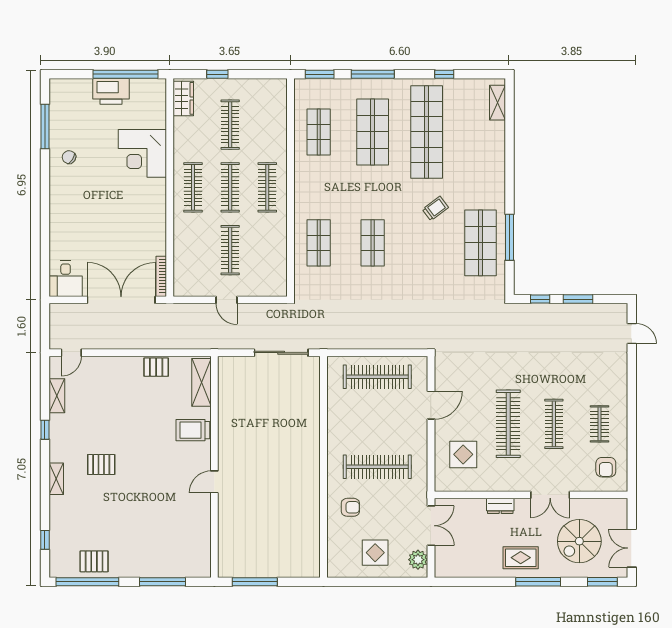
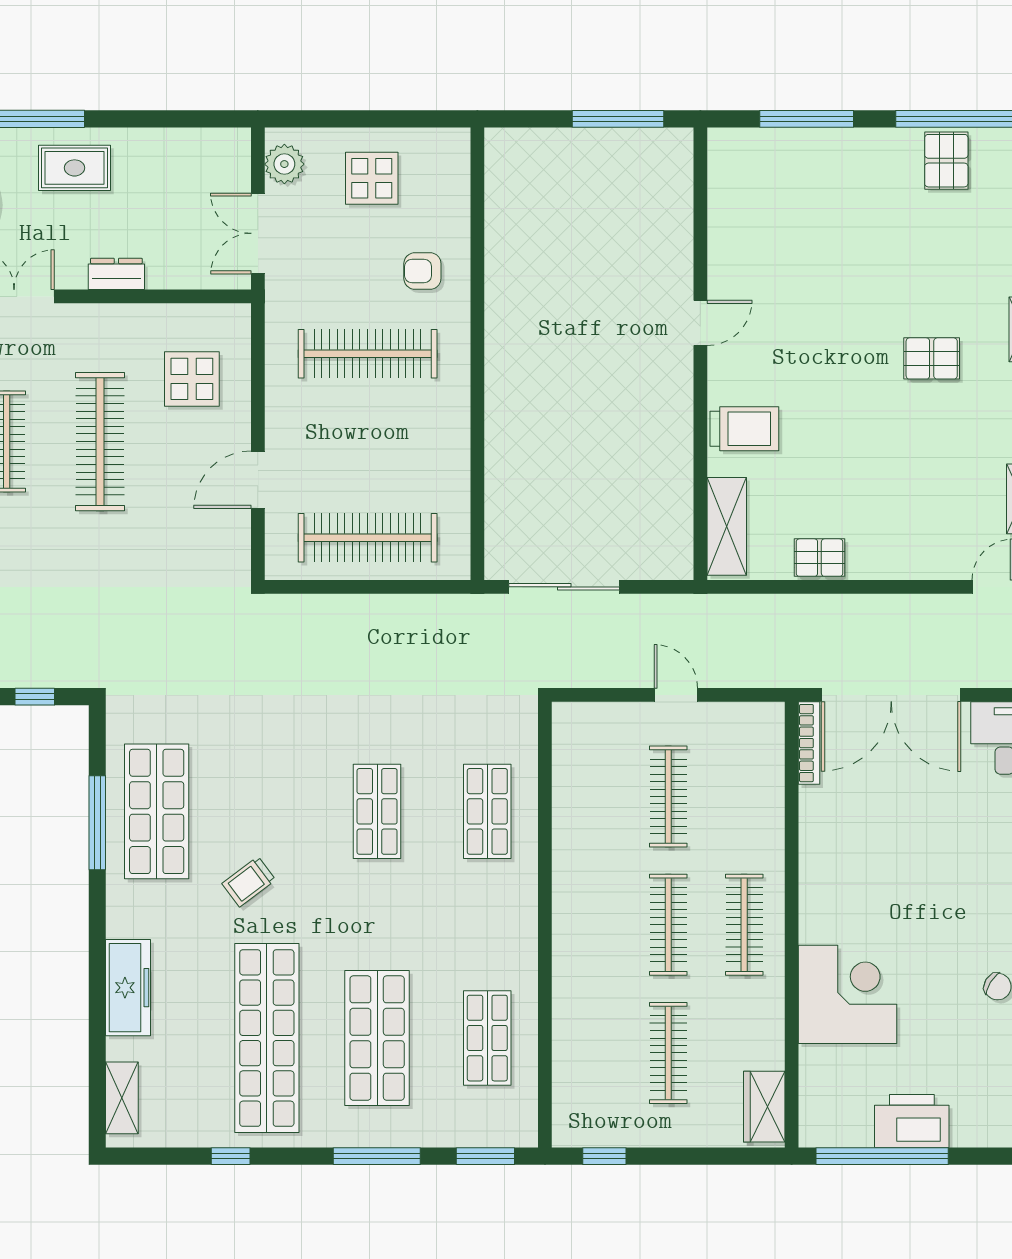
window: (217, 74) -> (604, 1156), moved
freezer: (494, 157) -> (128, 988), added
clothes rail: (267, 187) -> (592, 925), removed
pallet: (94, 561) -> (946, 161), turned 90

